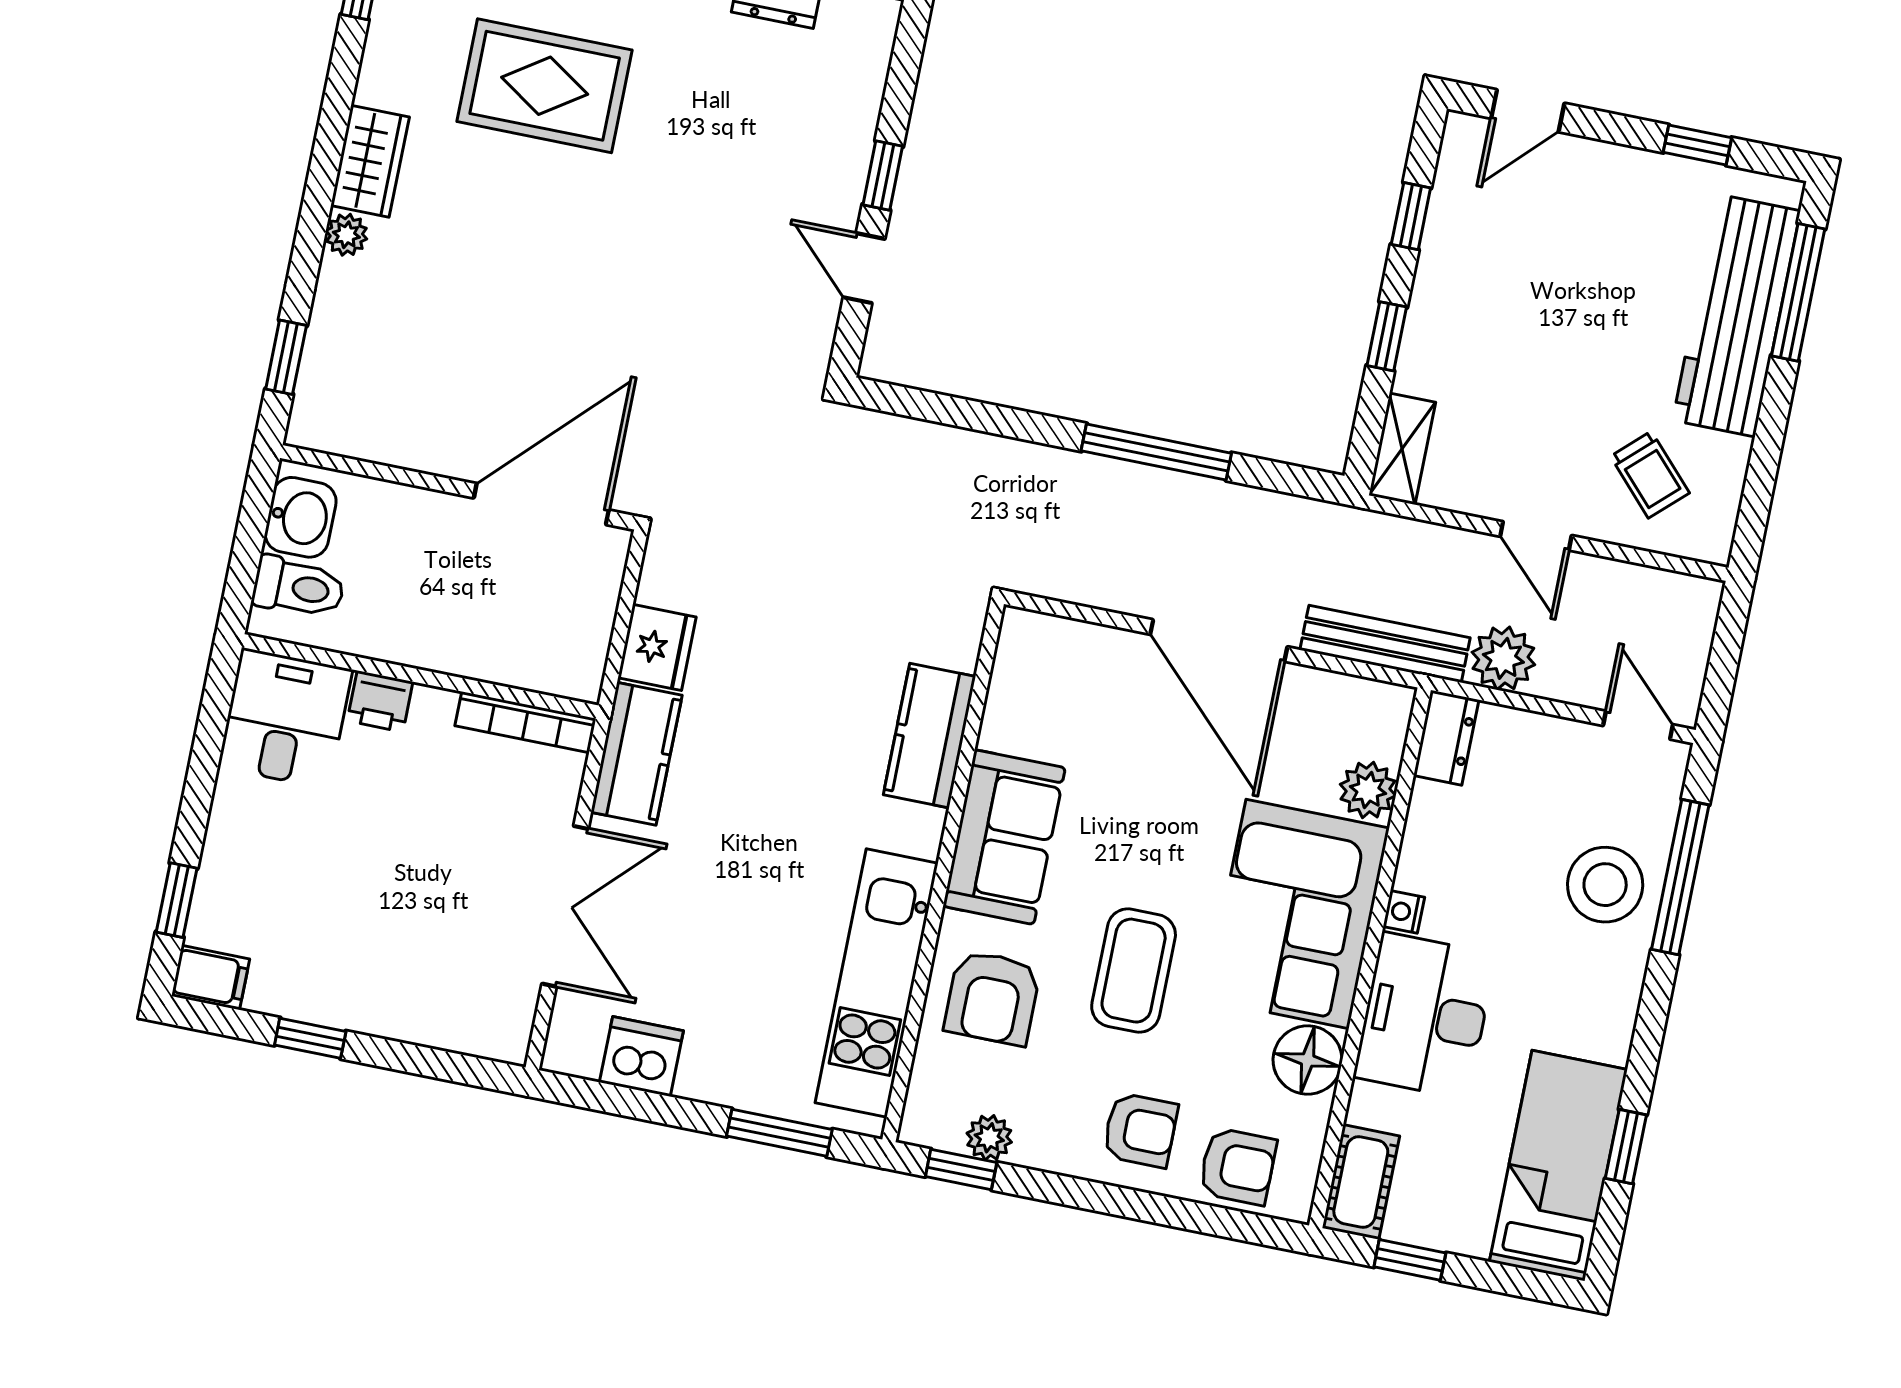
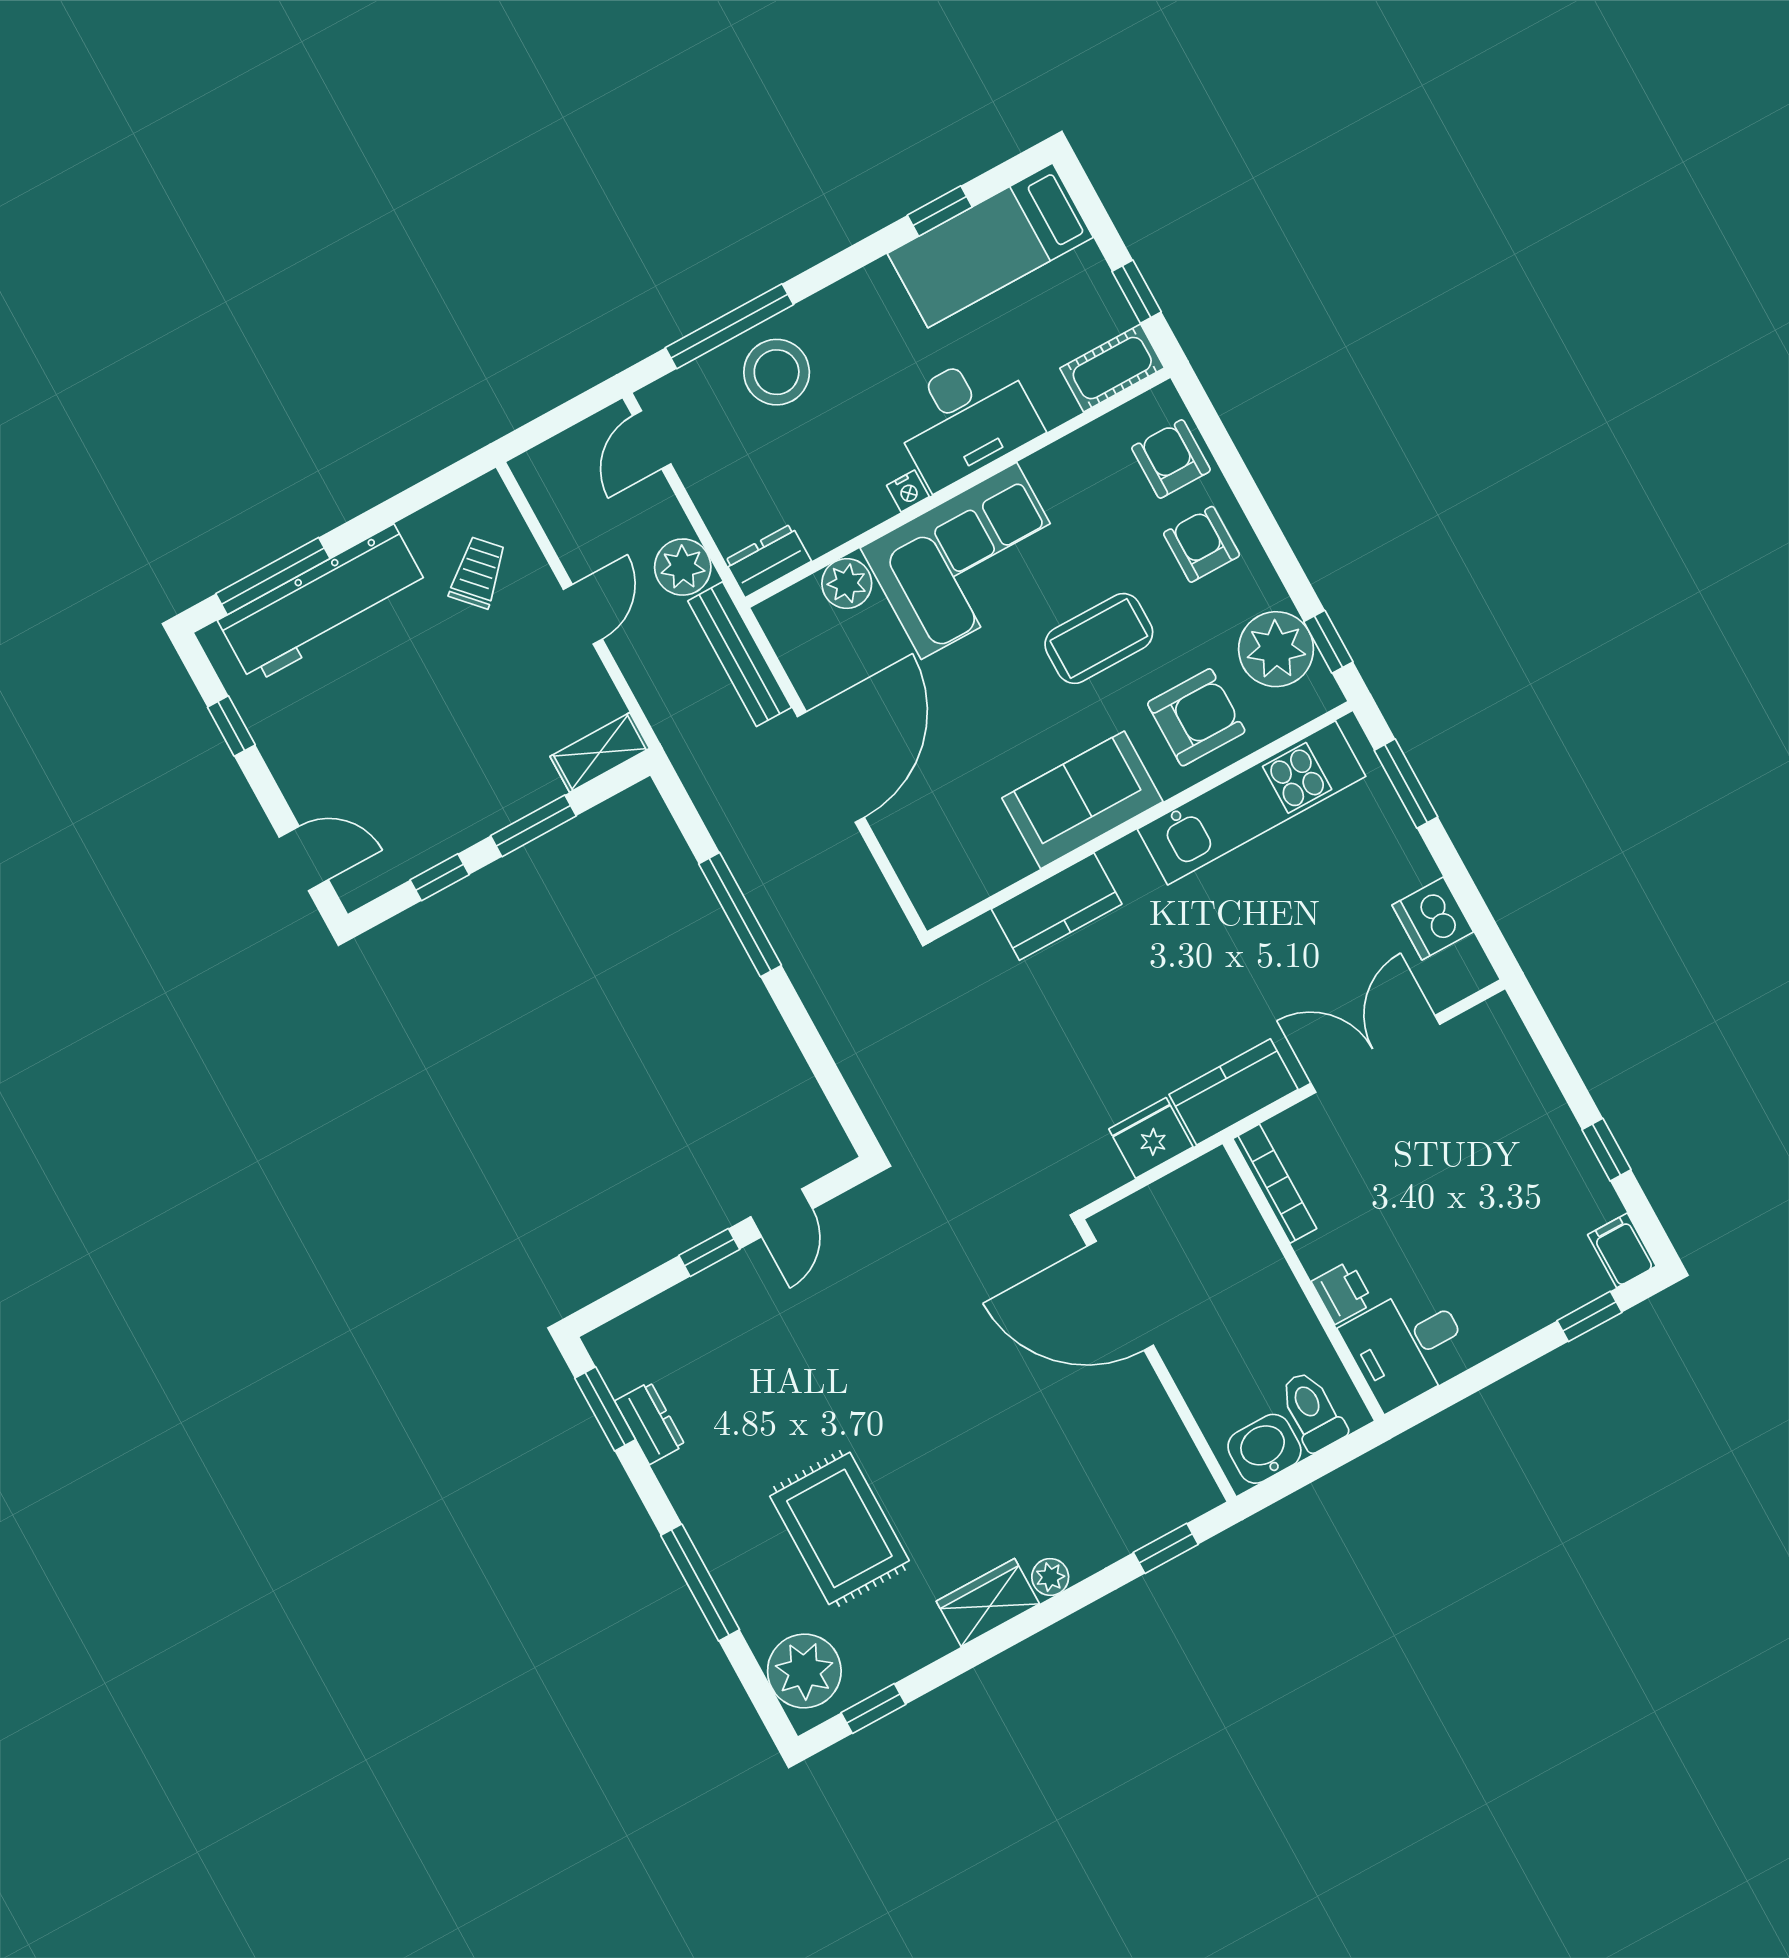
window: (1387, 336) -> (533, 826), width x1.50
floor lamp: (1308, 1060) -> (1061, 472), removed
plant: (989, 1138) -> (1276, 649), width x1.88, depth x1.88

